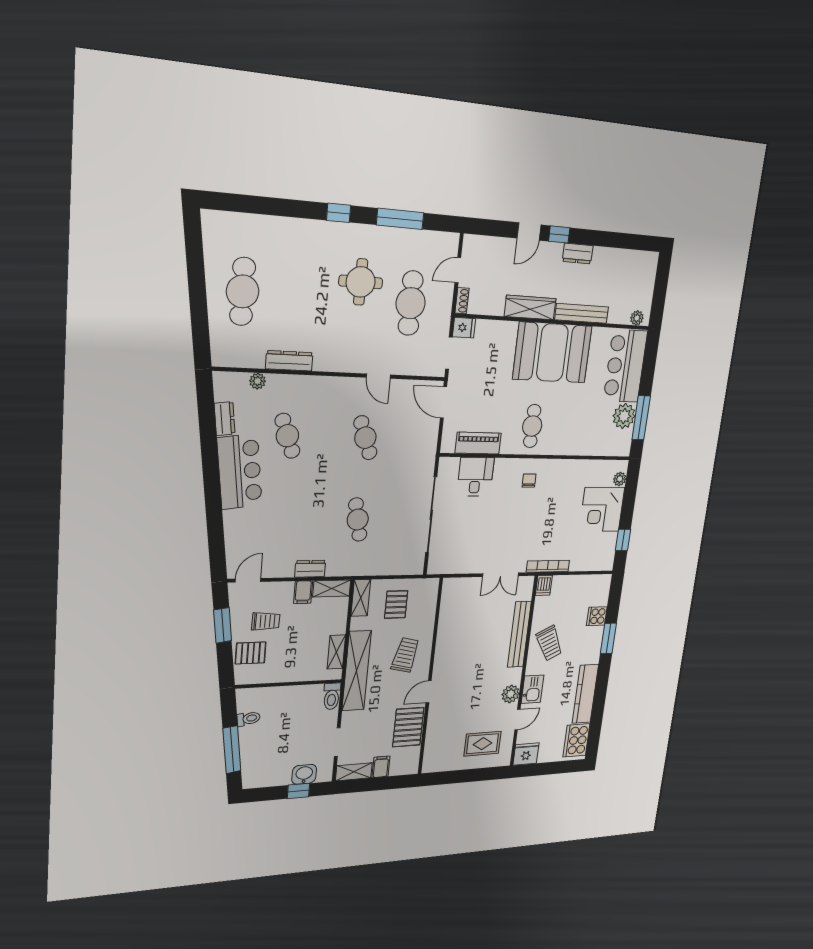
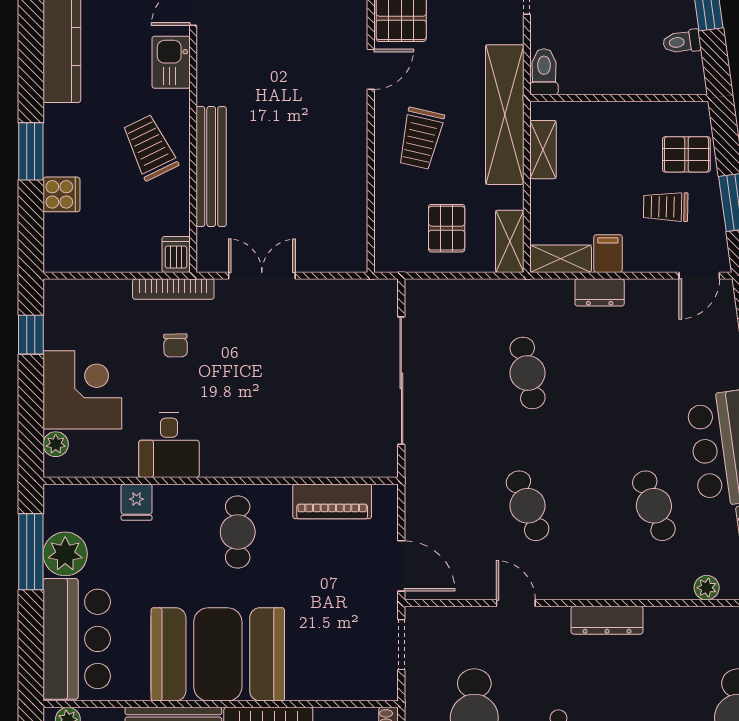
fridge: (464, 328) -> (137, 502), moved, turned -90
dresser: (289, 361) -> (607, 620), moved
desk: (475, 477) -> (169, 445), moved
chair: (529, 481) -> (176, 345), moved
plant: (511, 694) -> (213, 56), removed

